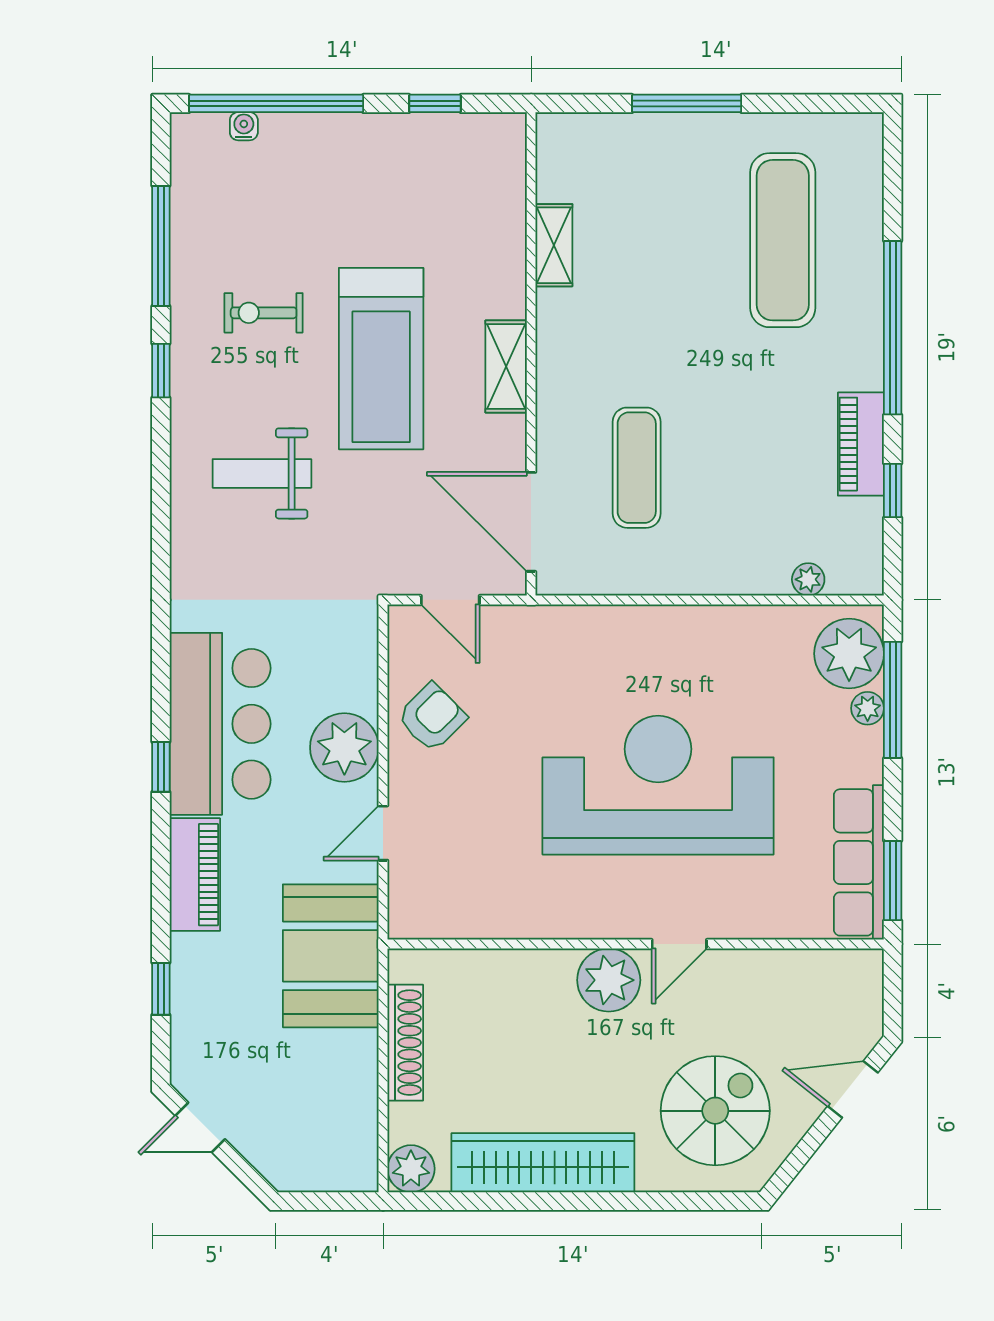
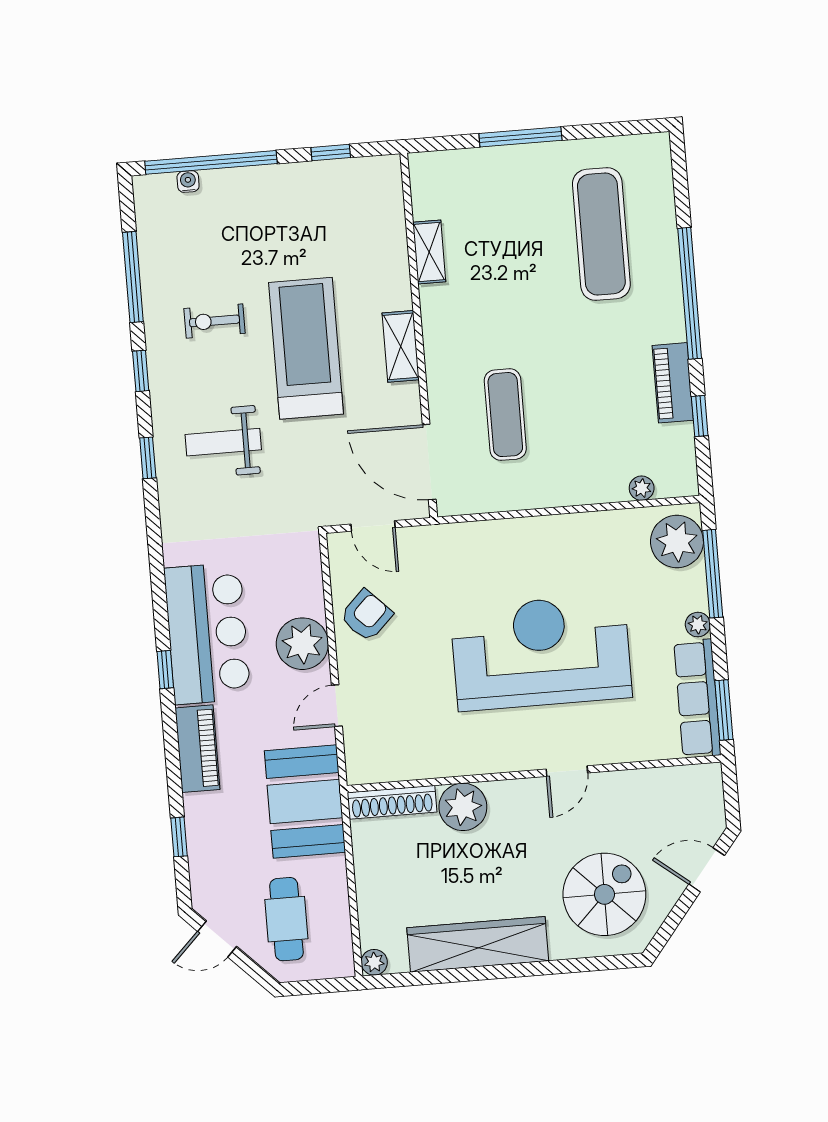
treadmill: (381, 359) -> (306, 348), turned 180
window: (161, 486) -> (148, 458), added
plant: (868, 708) -> (698, 625), moved
plant: (609, 980) -> (463, 807), moved
shoe rack: (405, 1043) -> (392, 802), moved, turned 90
cafe table: (294, 1109) -> (286, 919), added
plant: (411, 1169) -> (374, 962), width x0.73, depth x0.73

